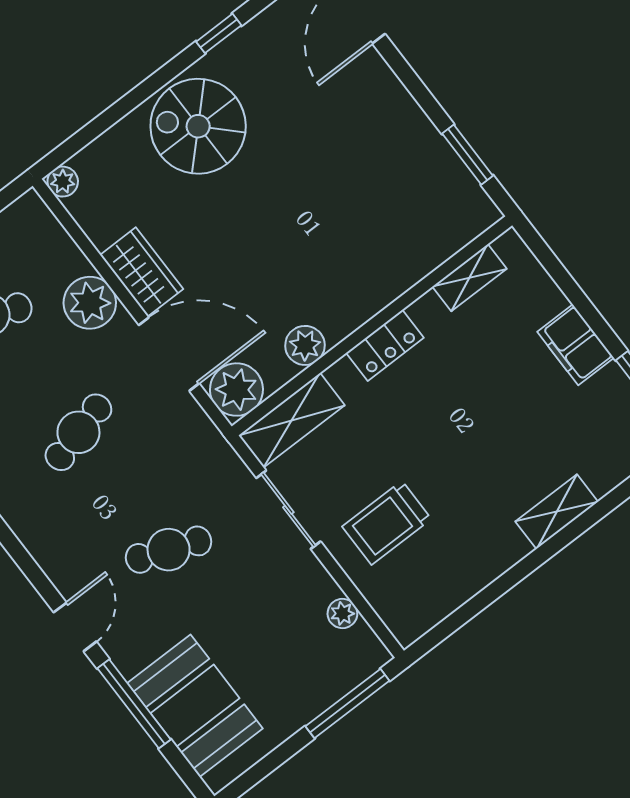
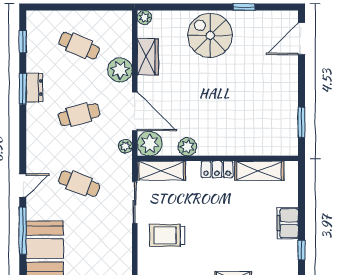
wardrobe: (142, 272) -> (148, 57), moved
shelving: (470, 278) -> (259, 171), width x1.50, depth x1.33
plant: (342, 613) -> (125, 146), moved

